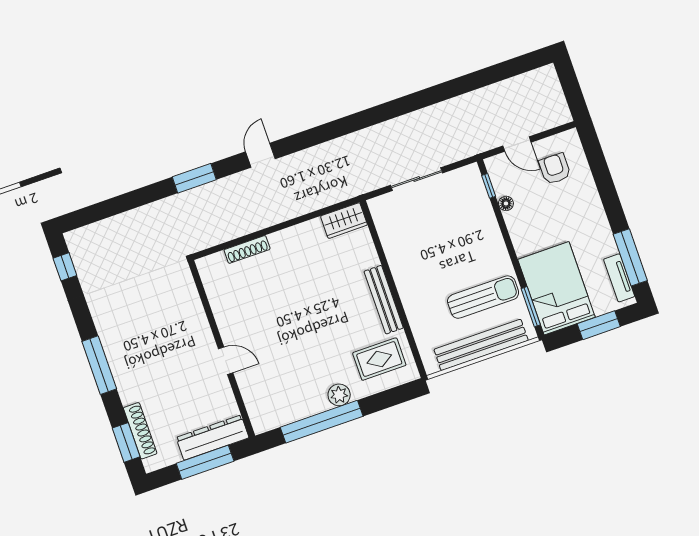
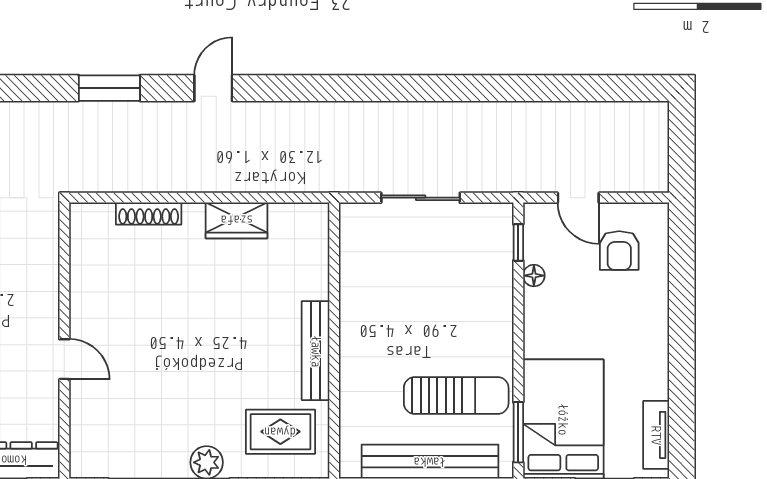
armchair: (555, 169) -> (619, 251), turned 180
wardrobe: (344, 221) -> (237, 220), moved
window: (630, 257) -> (682, 412), removed

